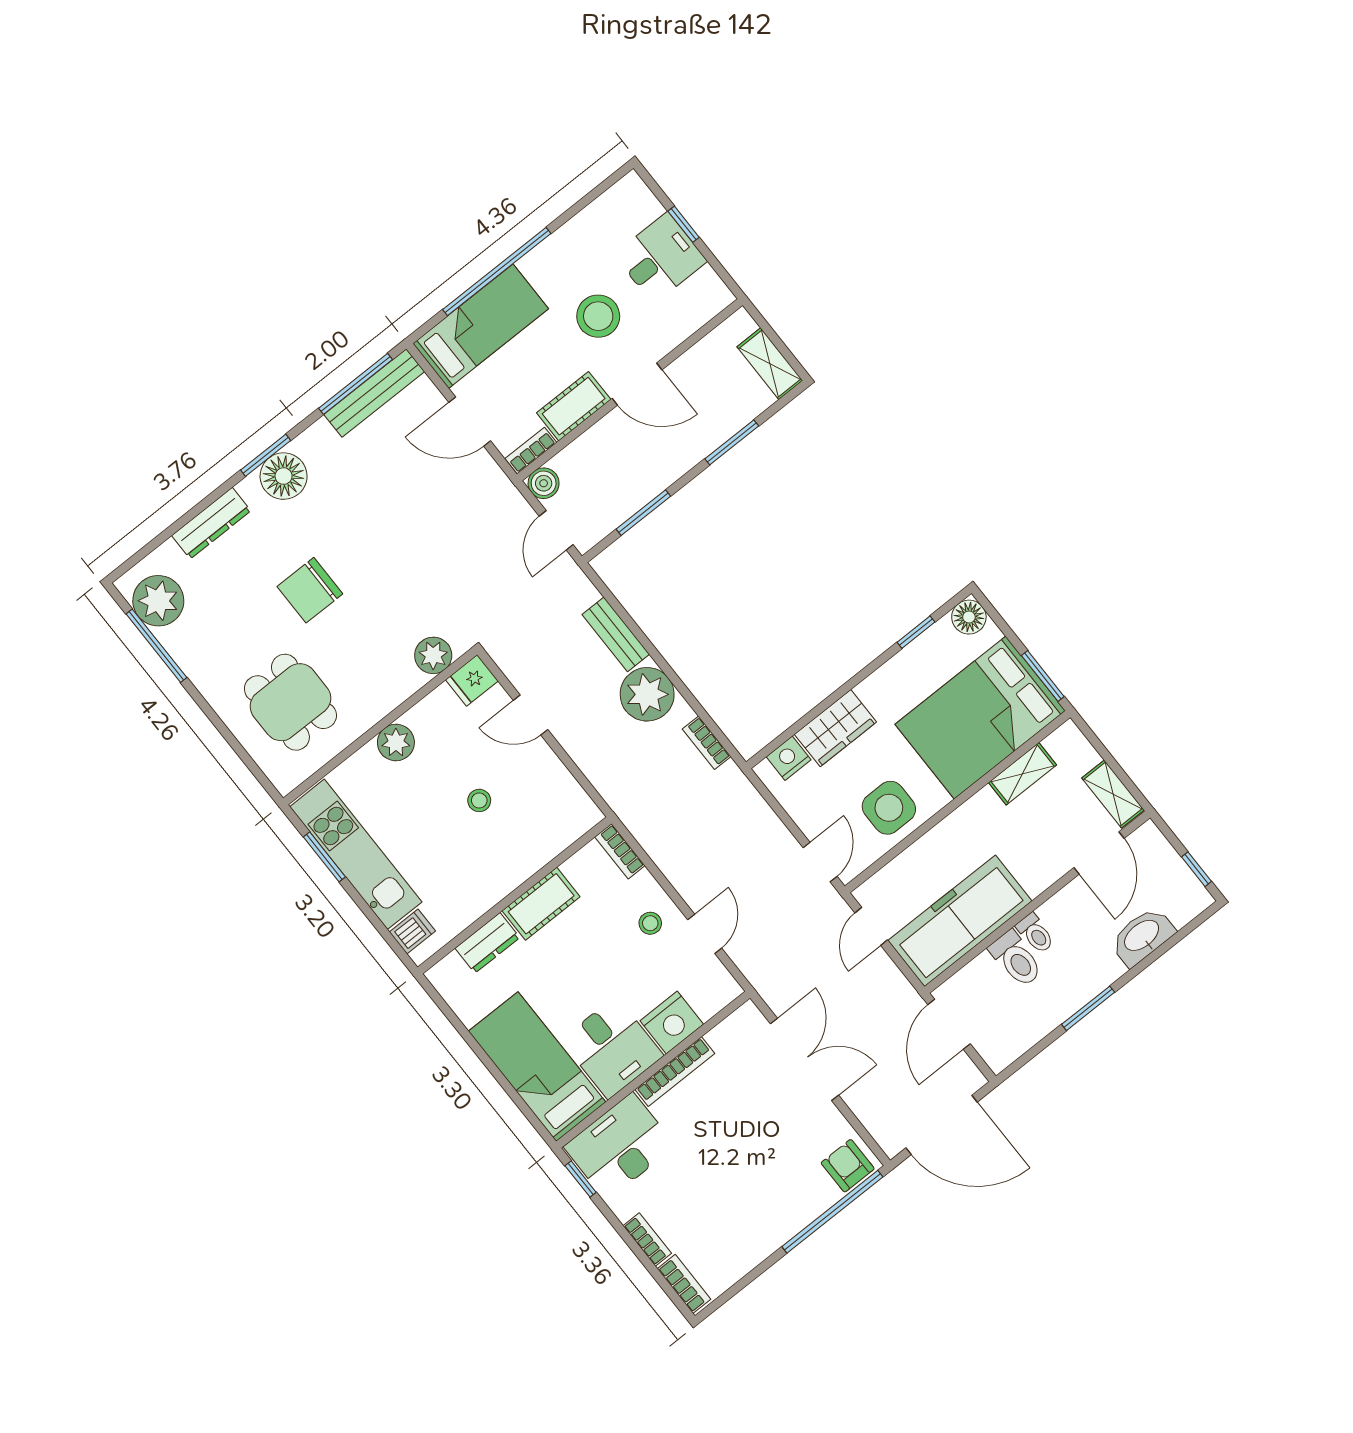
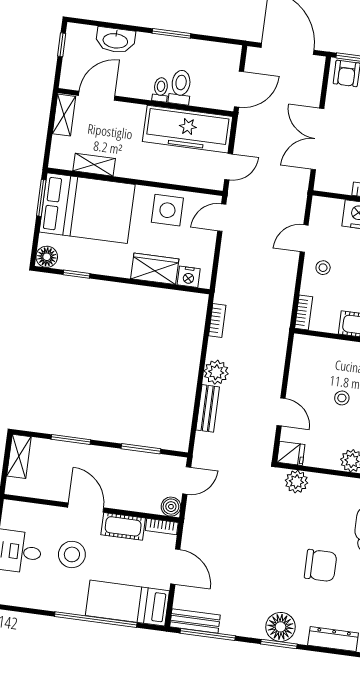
bench: (374, 393) -> (195, 621), width x0.73
plant: (647, 694) -> (216, 372), width x0.73, depth x0.73

